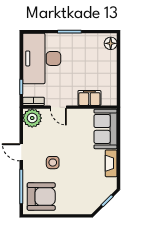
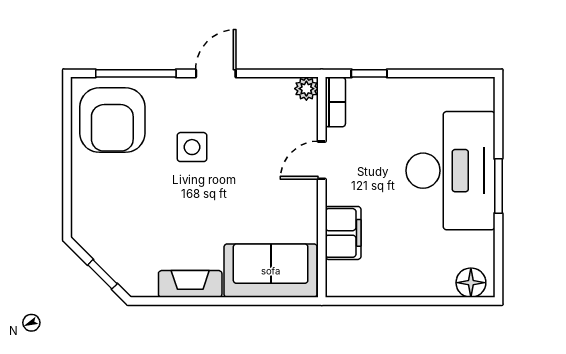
desk: (42, 58) -> (450, 171), moved, turned 90
plant: (32, 118) -> (306, 89), width x0.53, depth x0.53

